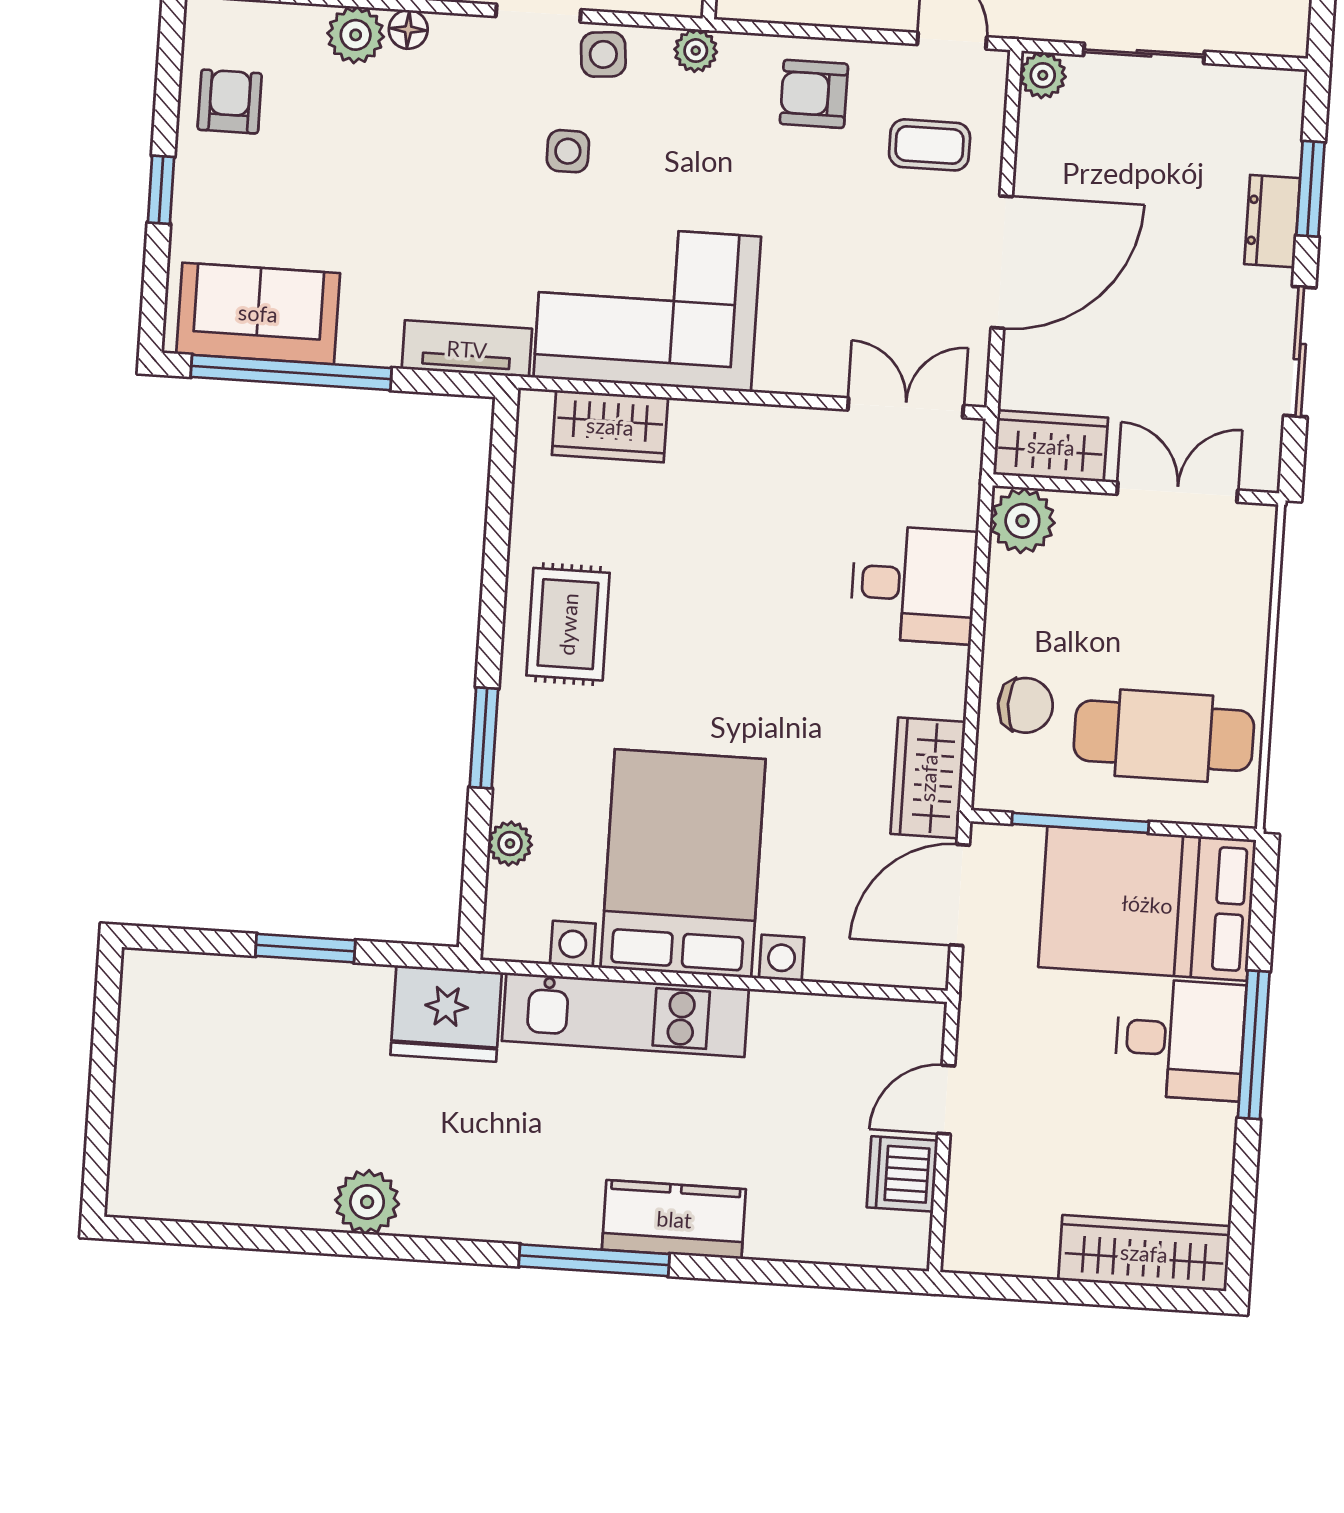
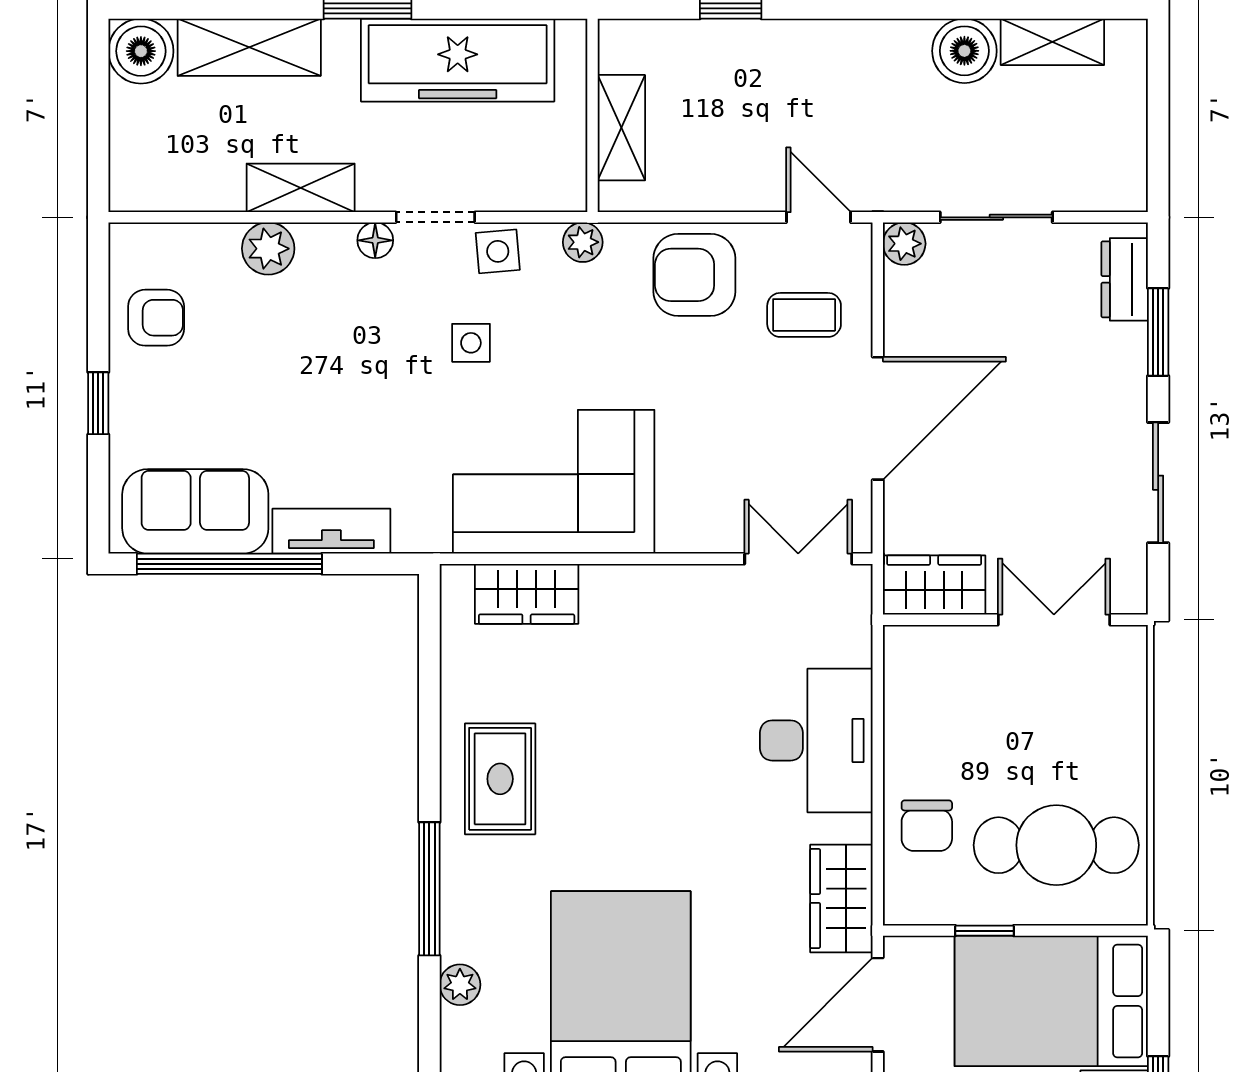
floor lamp: (408, 29) -> (375, 240), moved
armchair: (814, 94) -> (694, 275), width x1.38, depth x1.38
armchair: (230, 101) -> (156, 318), turned 90
dresser: (1272, 221) -> (1125, 279), moved
tv unit: (467, 349) -> (331, 531), moved
plant: (1022, 521) -> (913, 656), removed
desk: (914, 584) -> (816, 740), width x1.37
chair: (1025, 705) -> (927, 826), turned 90
window: (484, 738) -> (429, 889), width x1.44
window: (1080, 823) -> (985, 931), width x0.46

